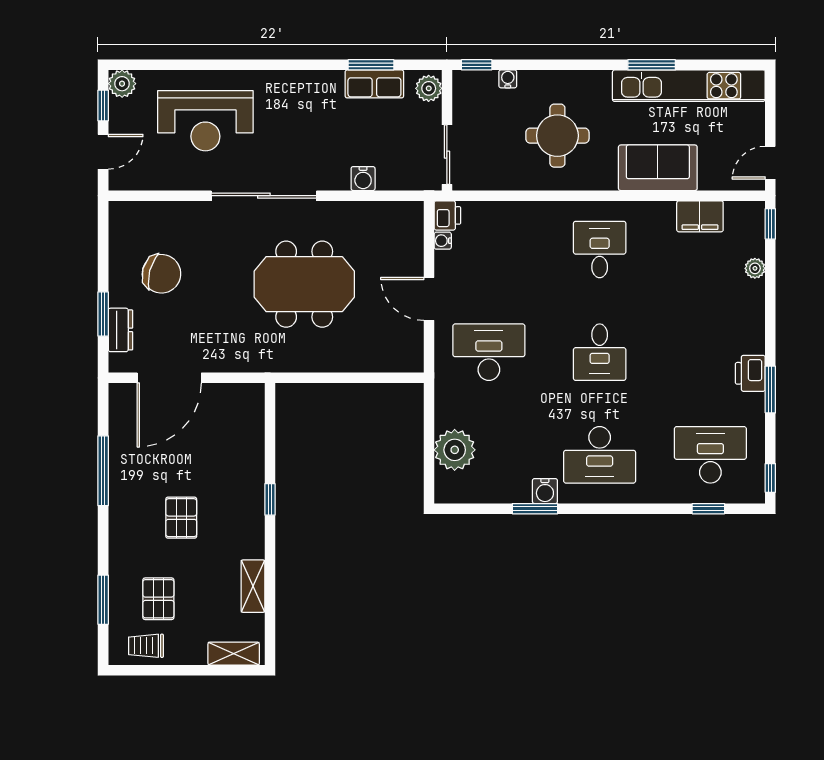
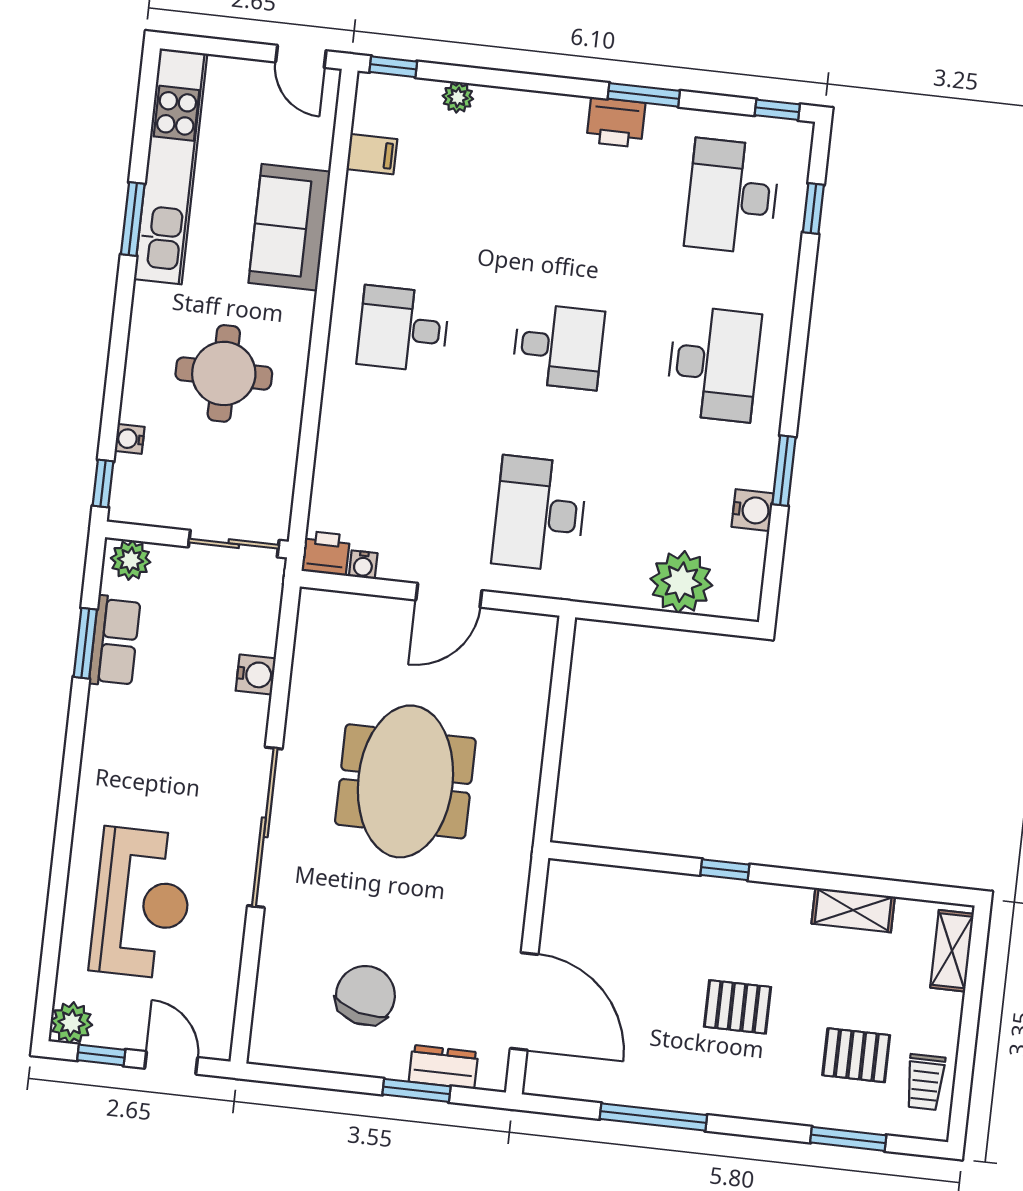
filing cabinet: (700, 216) -> (372, 154), width x0.50
water cooler: (545, 491) -> (753, 510), moved

